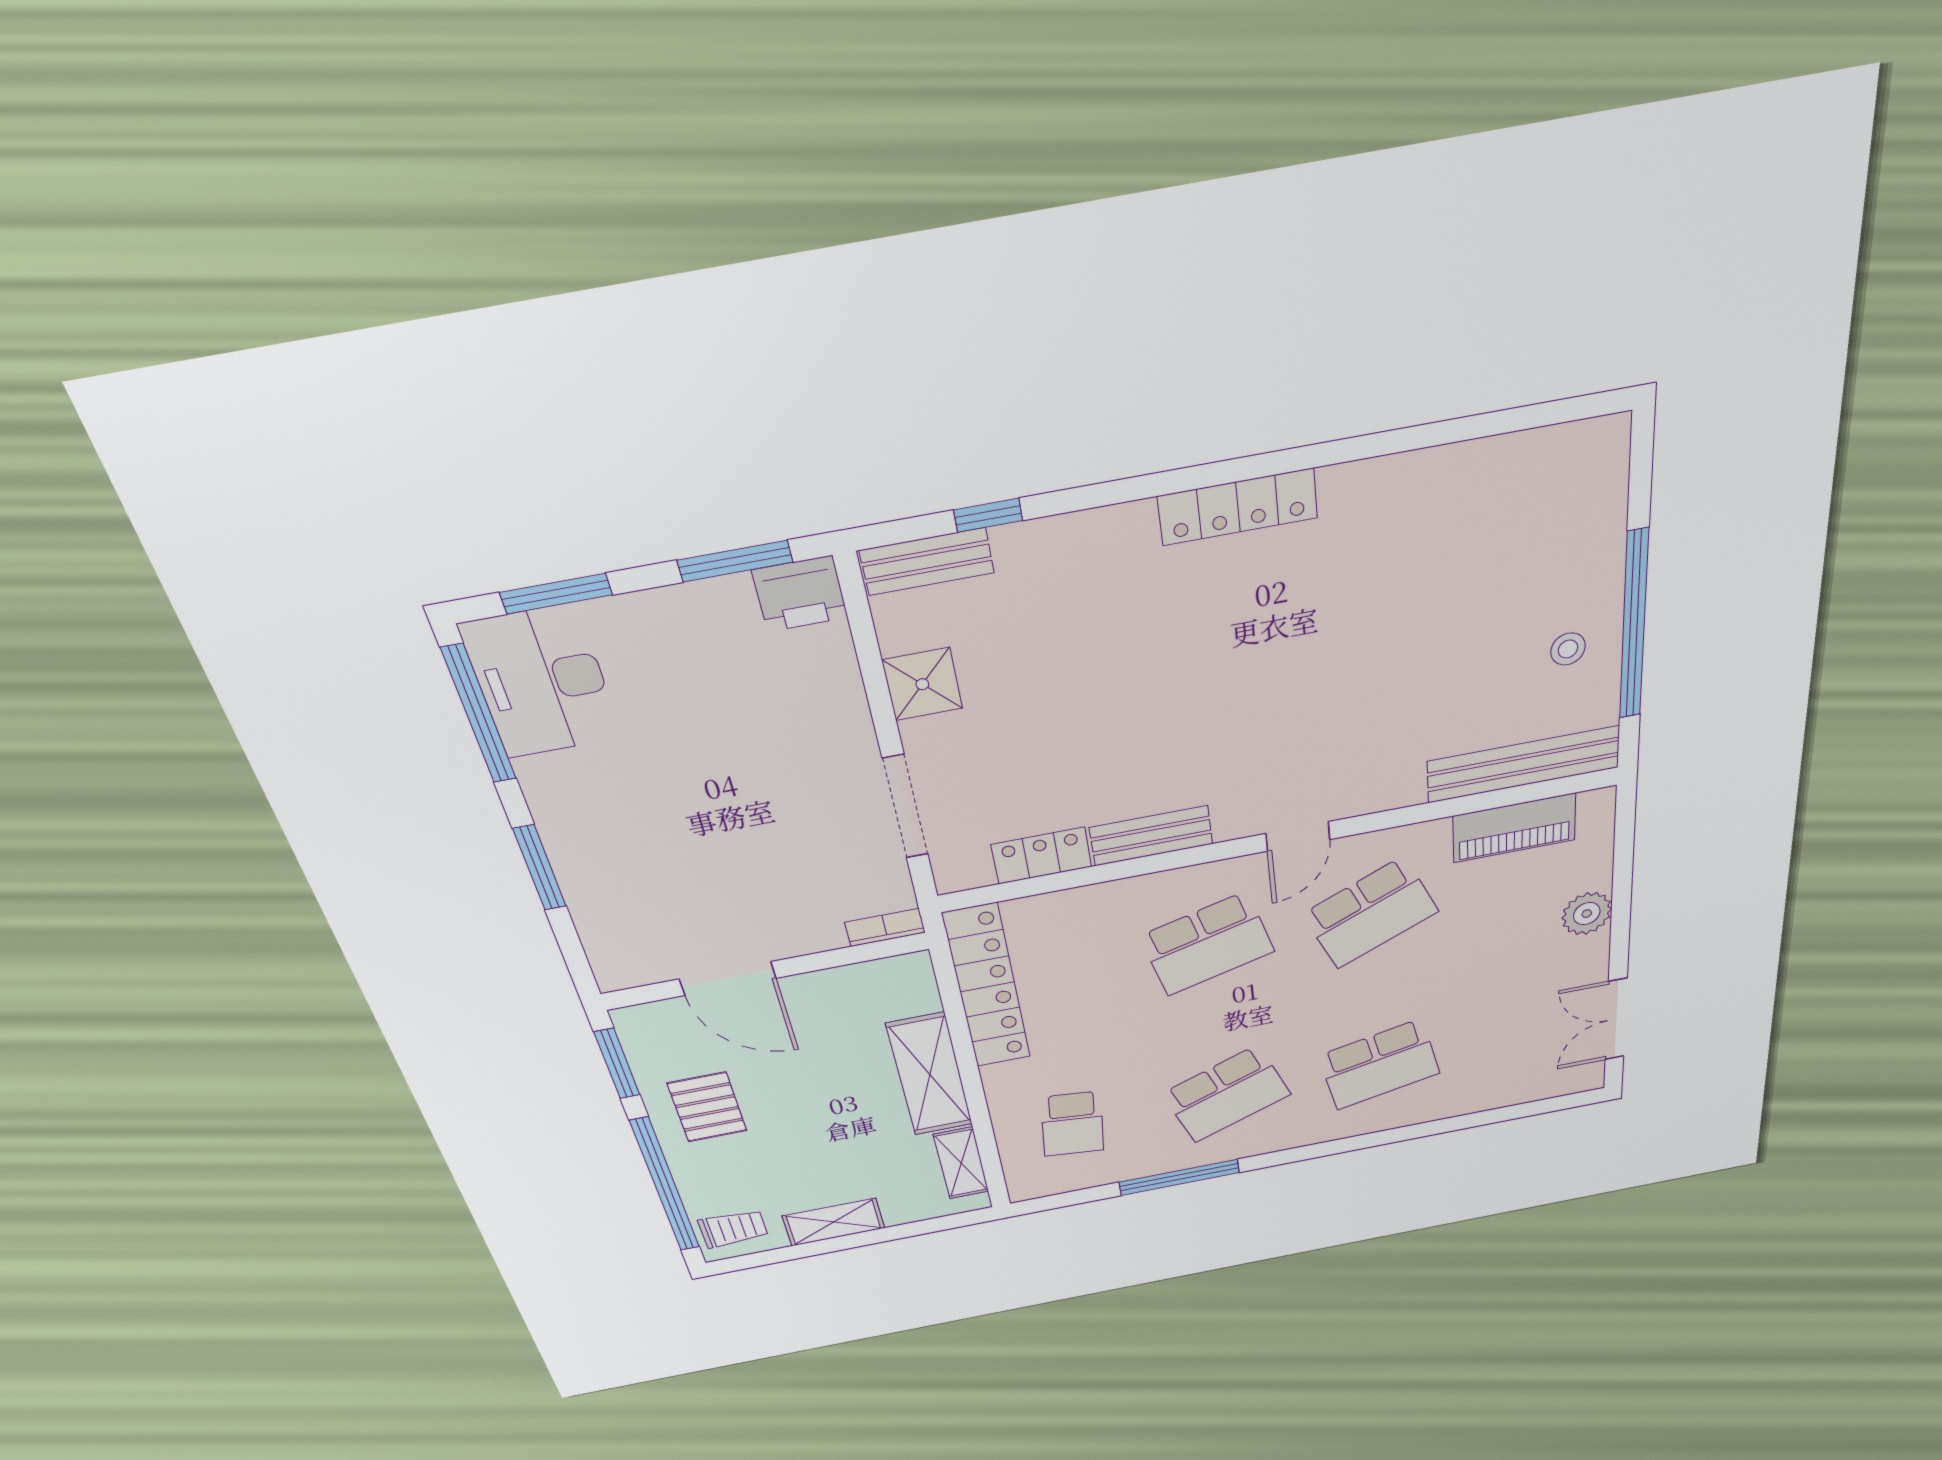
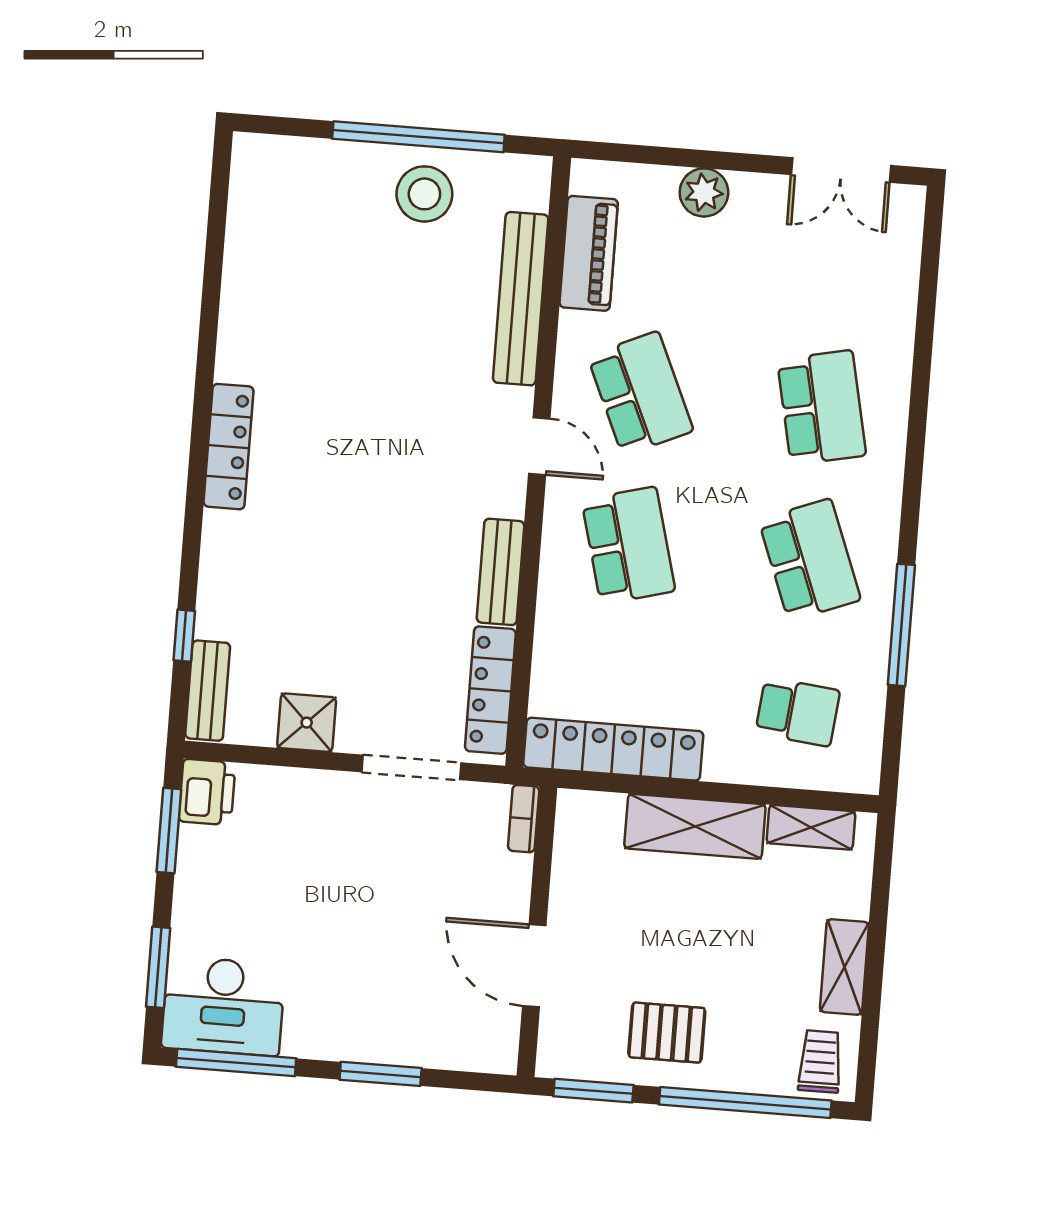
stool: (1568, 649) -> (424, 194), width x1.89, depth x1.89
bench: (1523, 764) -> (521, 299), moved
locker: (1042, 856) -> (490, 690), width x1.53
door: (728, 979) -> (534, 966), swing flipped

